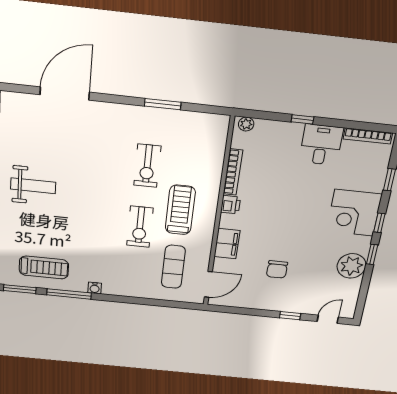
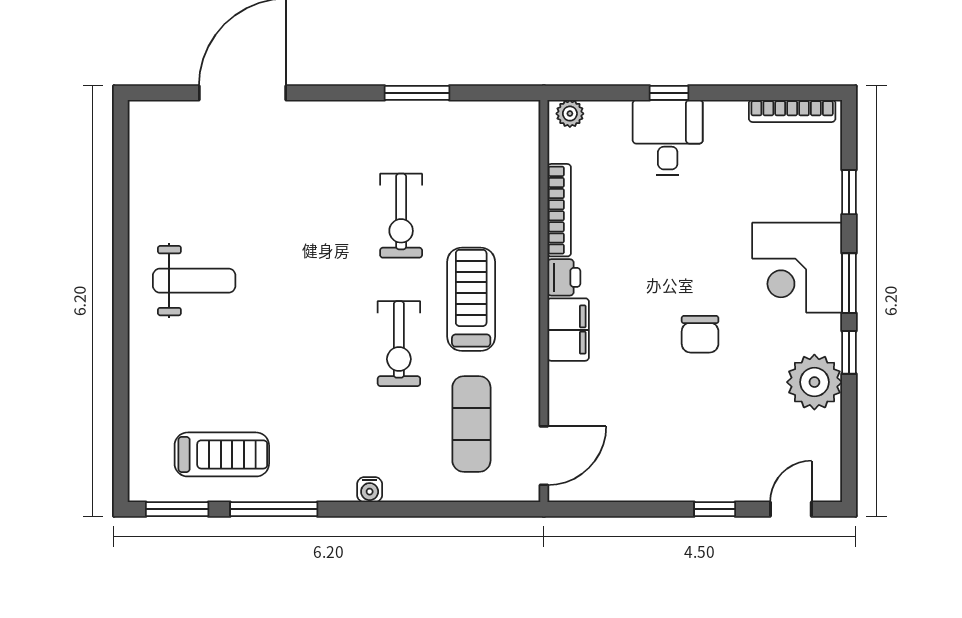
desk: (321, 145) -> (668, 138), moved
window: (379, 223) -> (849, 283), width x1.50
filing cabinet: (227, 244) -> (568, 330), moved
chair: (277, 269) -> (700, 334), moved
water cooler: (95, 288) -> (370, 490), moved

